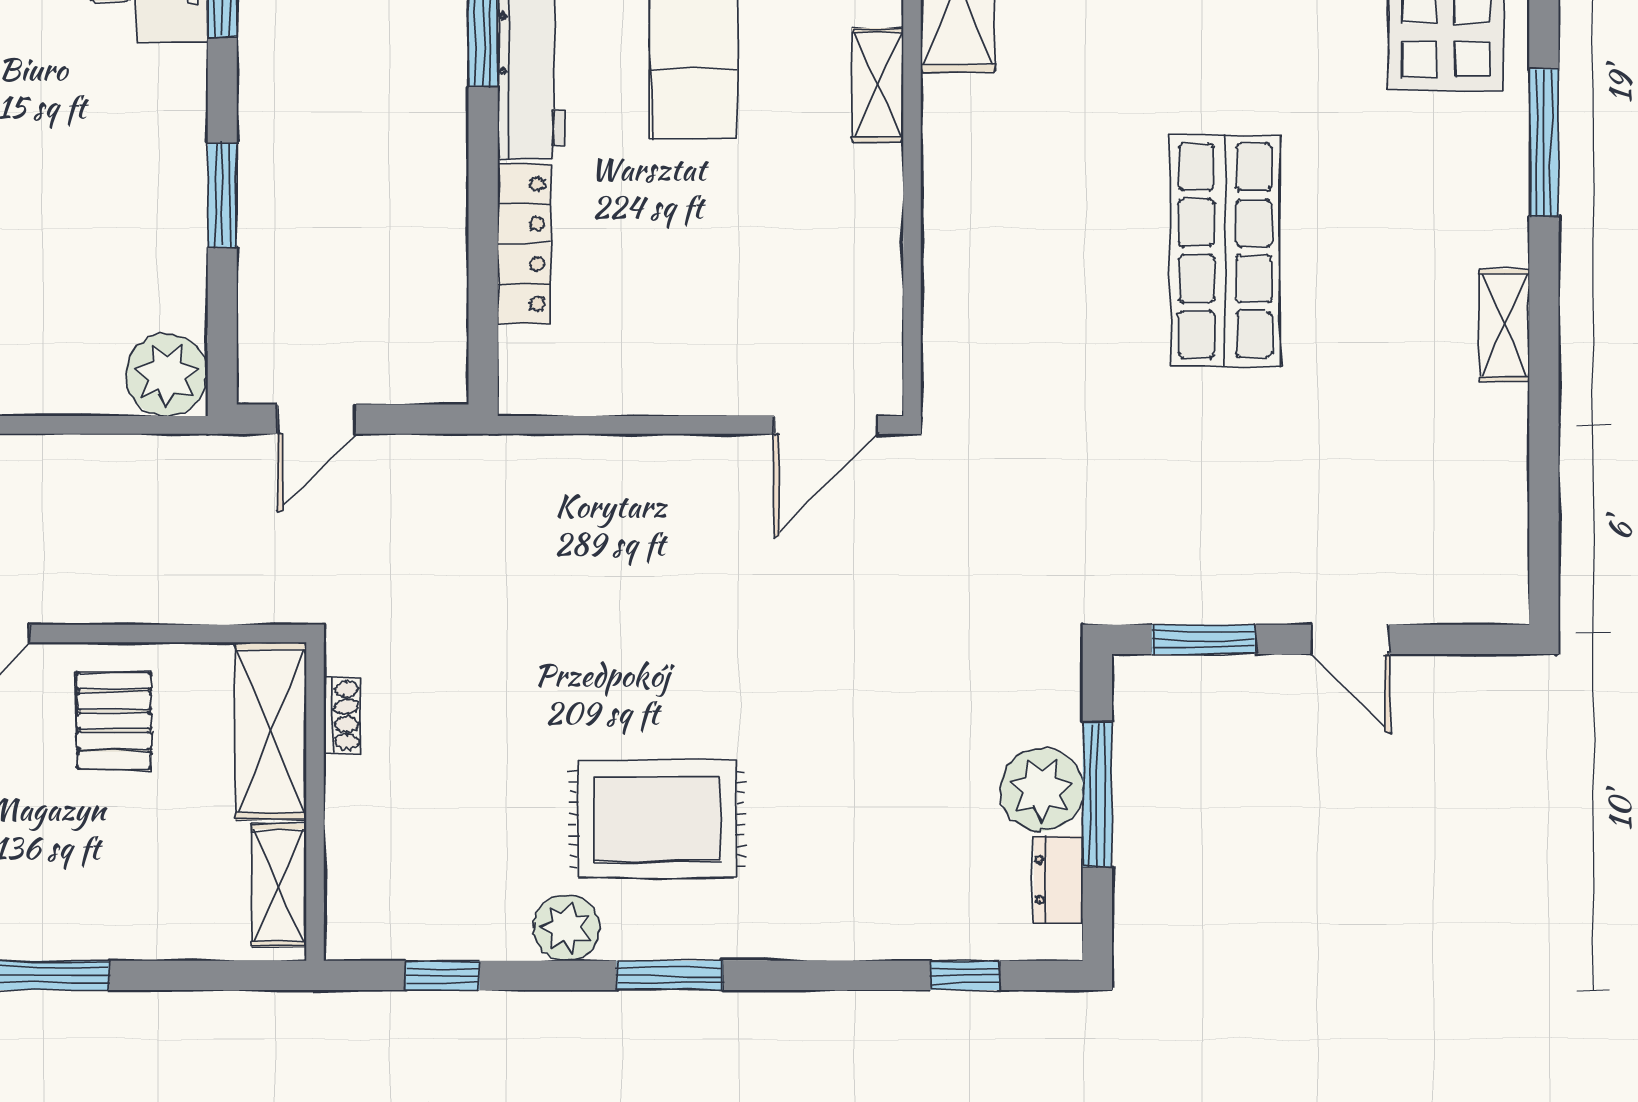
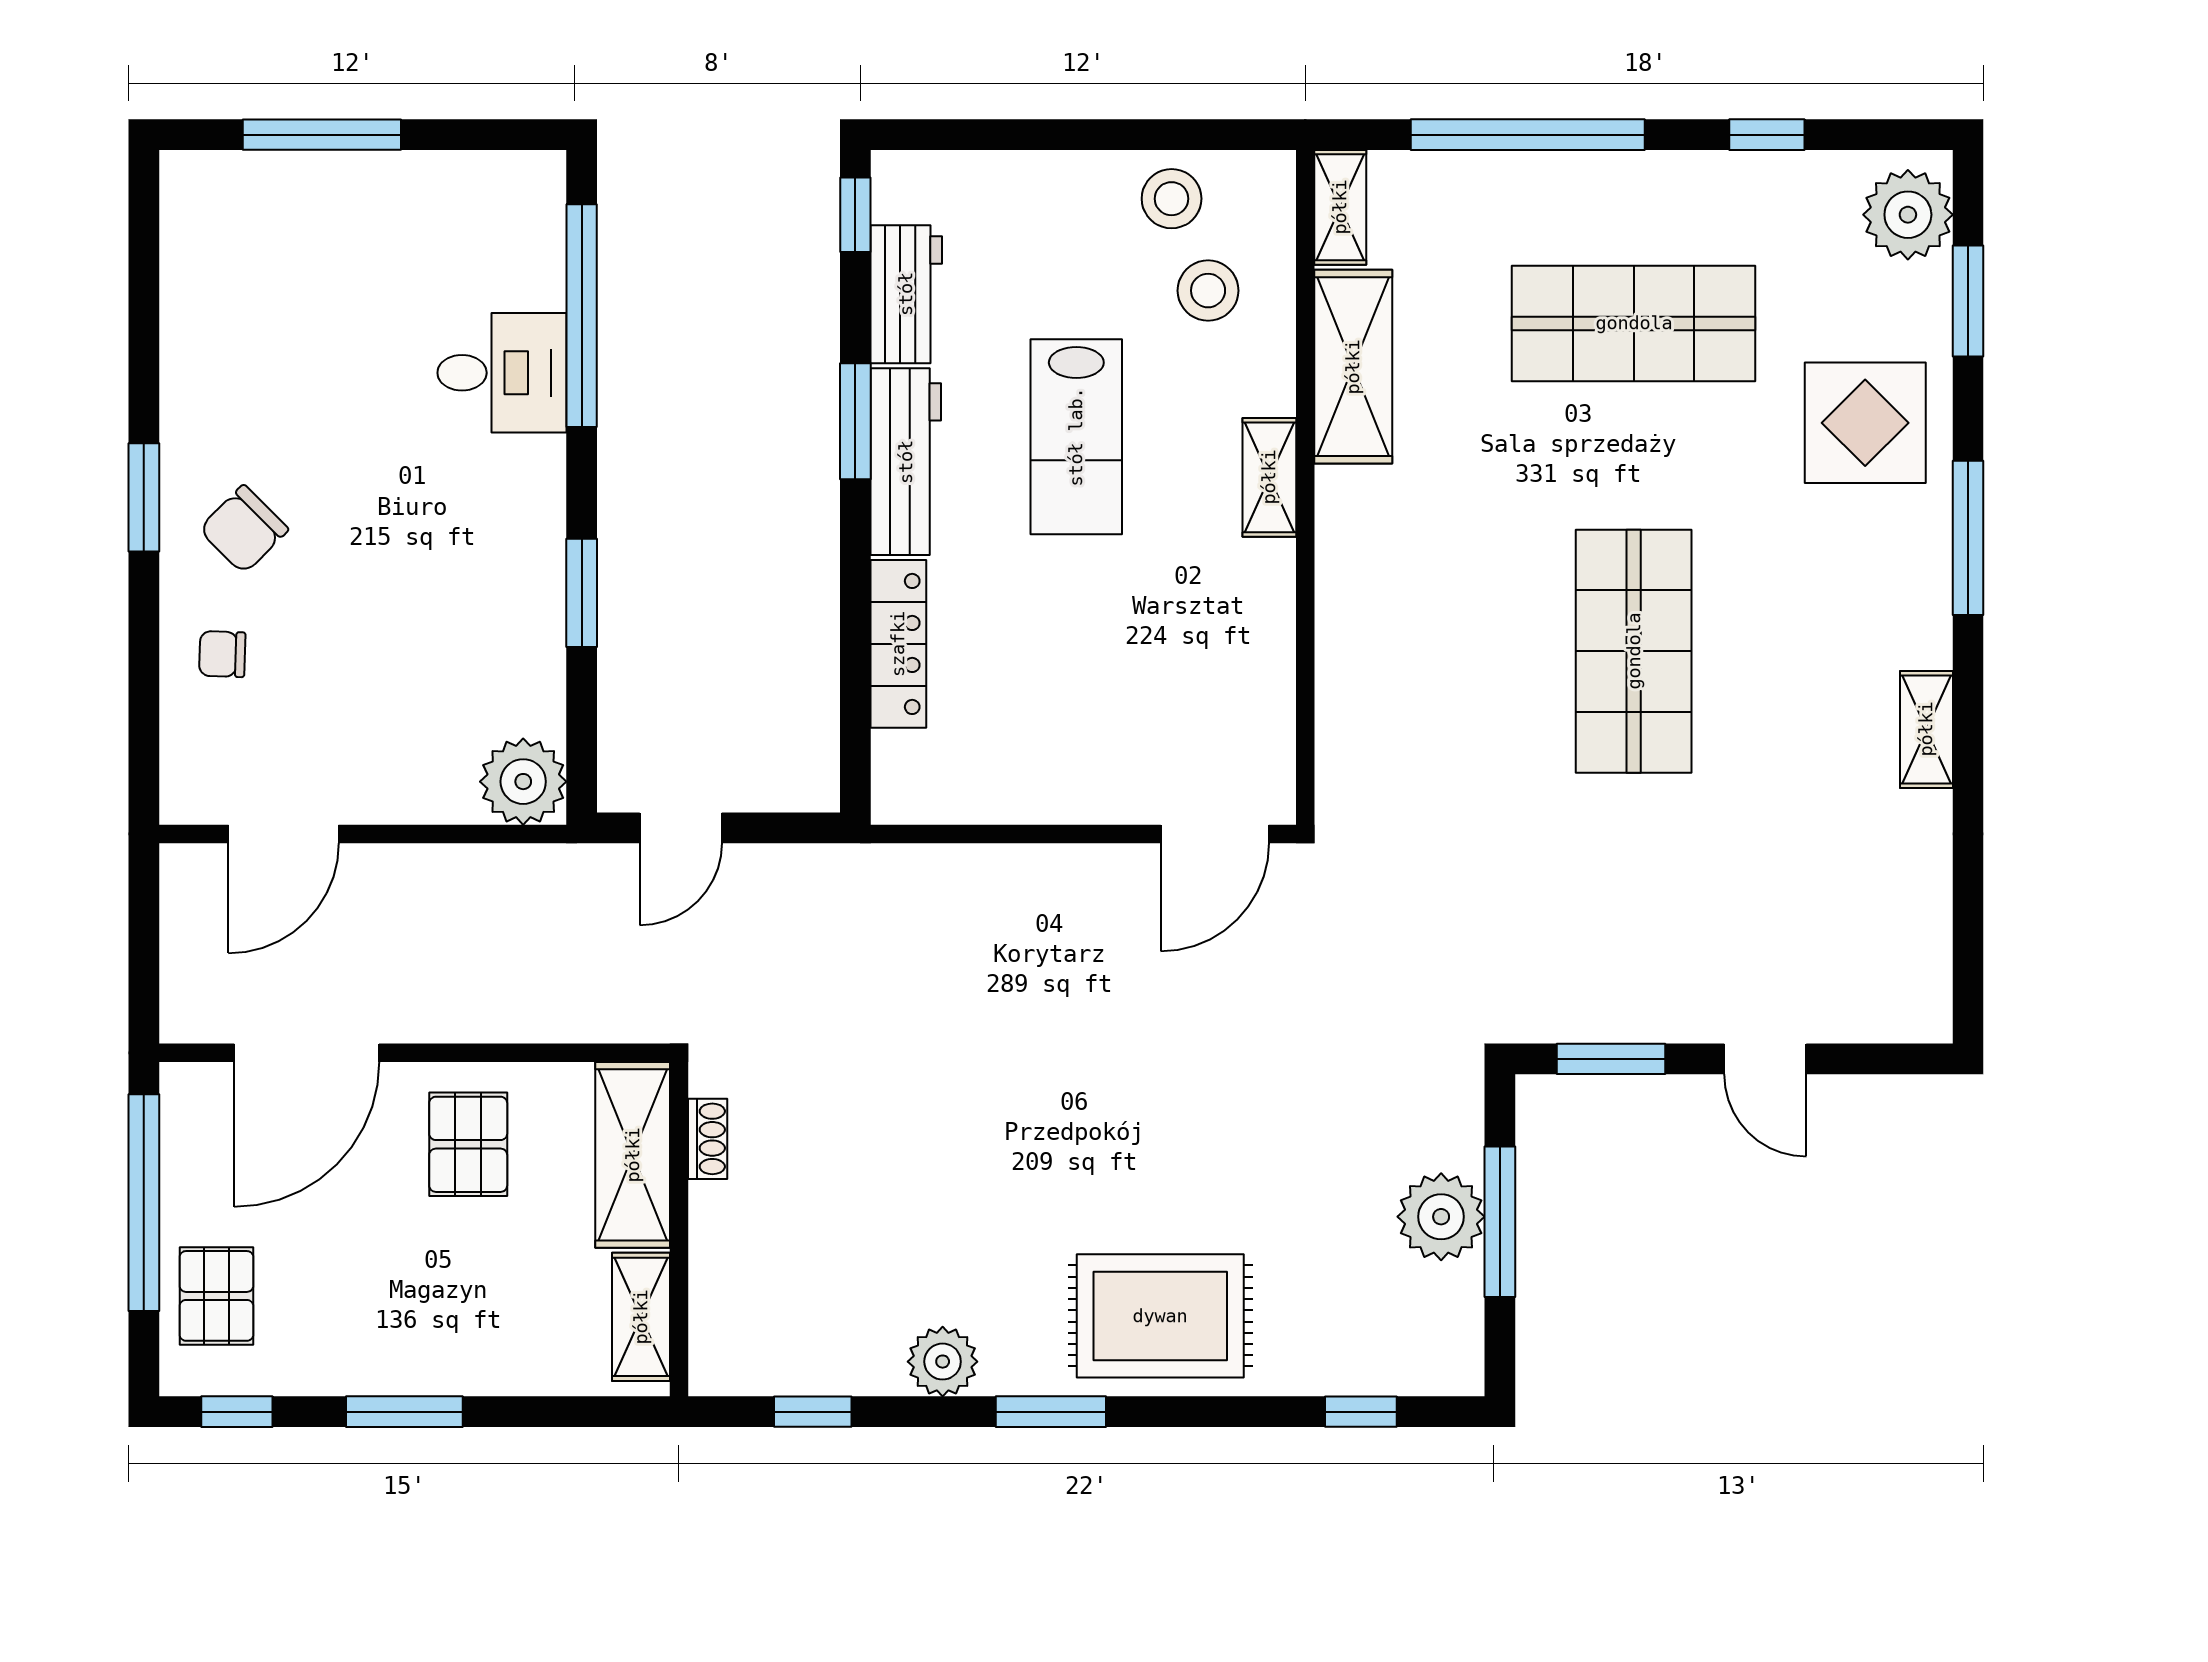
rug: (657, 819) -> (1160, 1316), moved
dresser: (1059, 879) -> (1459, 1311), removed

